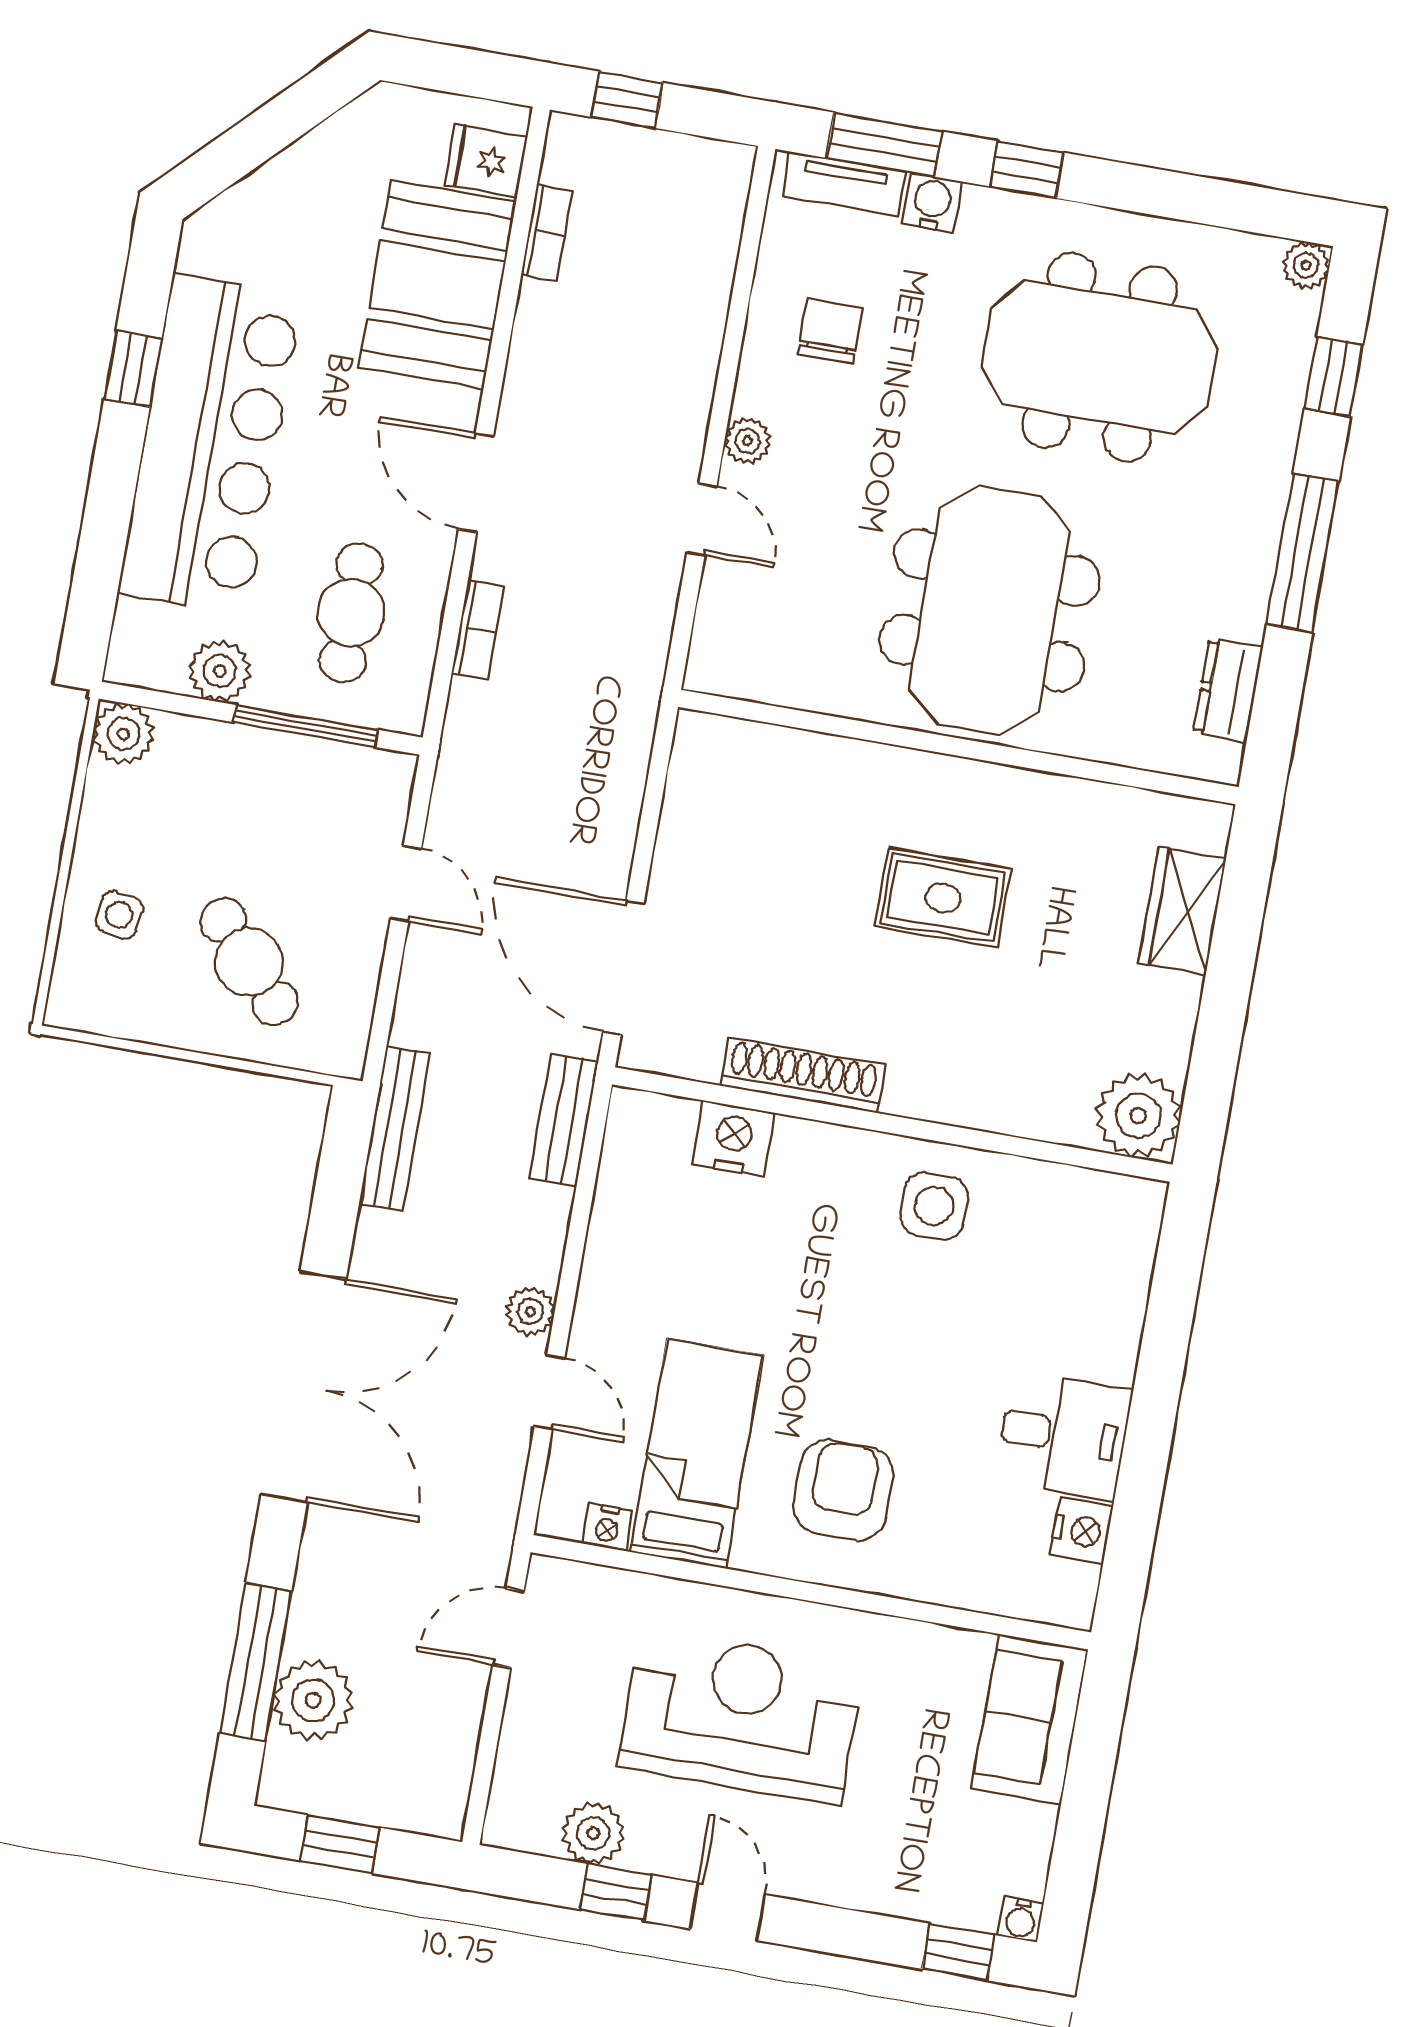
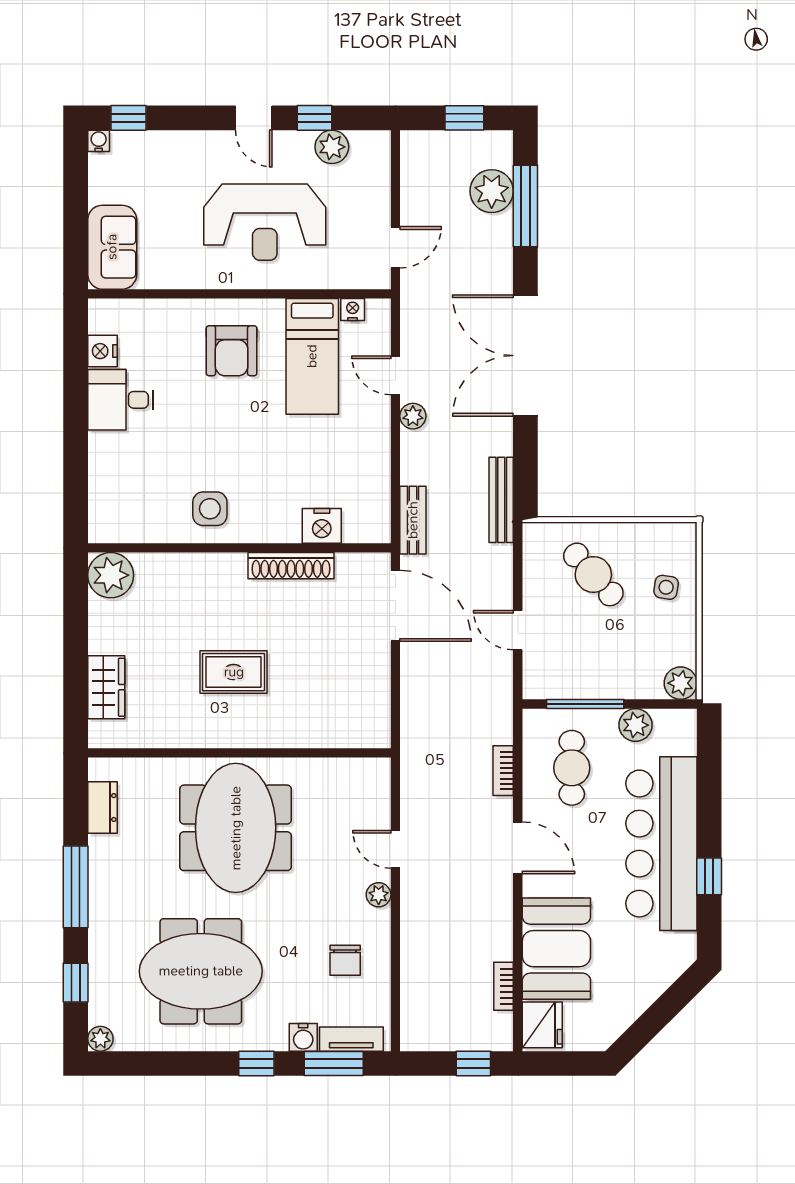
fridge: (486, 161) -> (542, 1025), width x1.38

